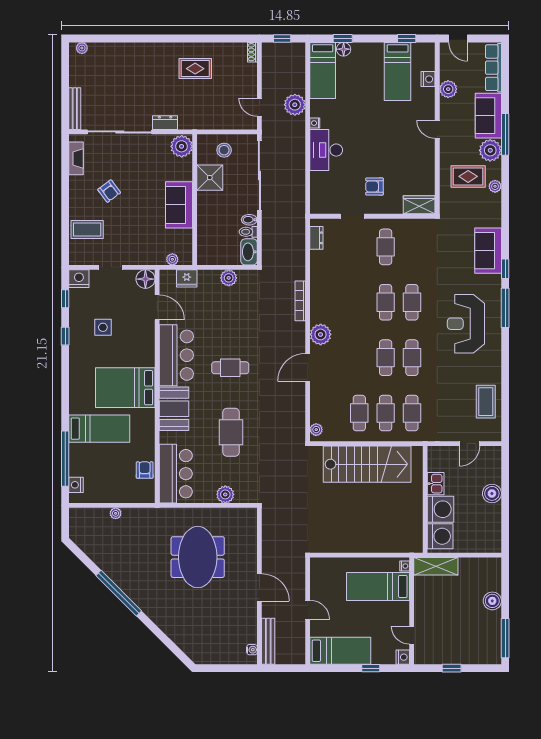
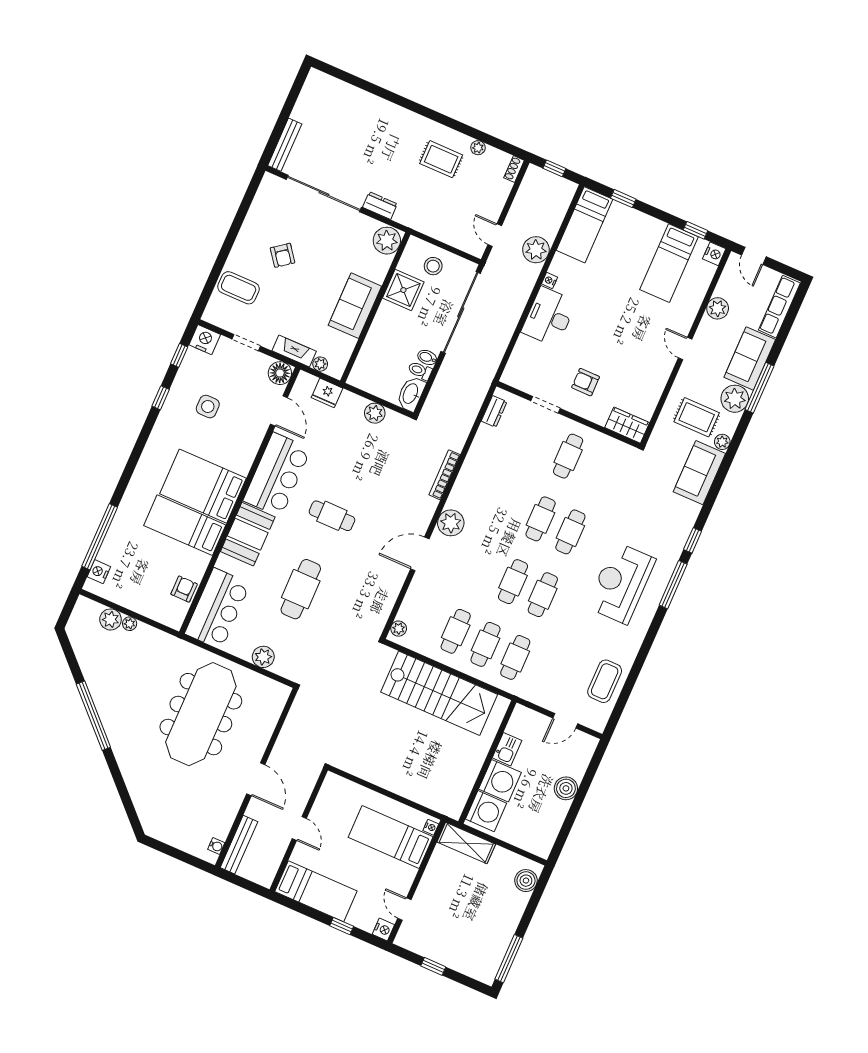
plant: (82, 48) -> (478, 148), moved
floor lamp: (344, 49) -> (619, 211), removed
nightstand: (428, 79) -> (714, 254), moved
fireplace: (76, 158) -> (294, 351), moved, turned -90
sofa: (488, 251) -> (699, 473), moved
bed: (99, 429) -> (185, 525), moved, turned 180
plant: (100, 516) -> (111, 619), added
meeting table: (198, 557) -> (201, 714), width x1.36
boiler: (492, 601) -> (526, 881), moved

